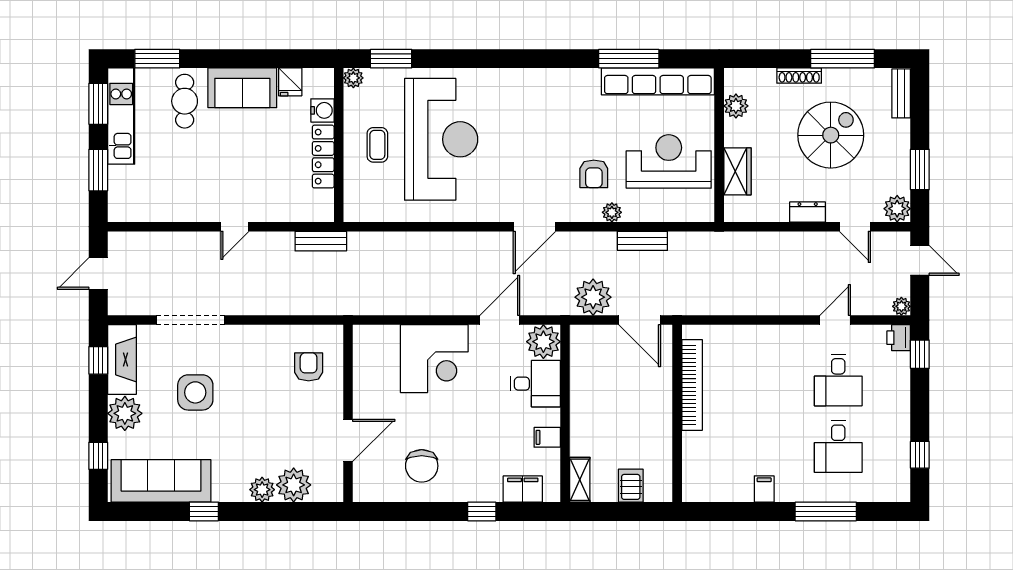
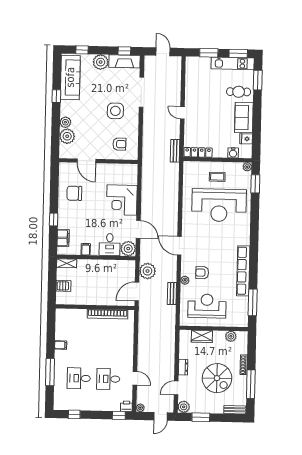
window: (629, 59) -> (253, 302), moved
row of seats: (658, 81) -> (243, 271), moved
locker: (323, 157) -> (198, 152), moved
reception desk: (669, 161) -> (207, 306), turned -90
side table: (195, 392) -> (115, 111), moved

